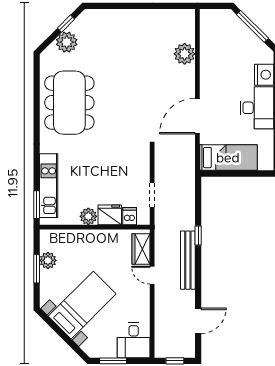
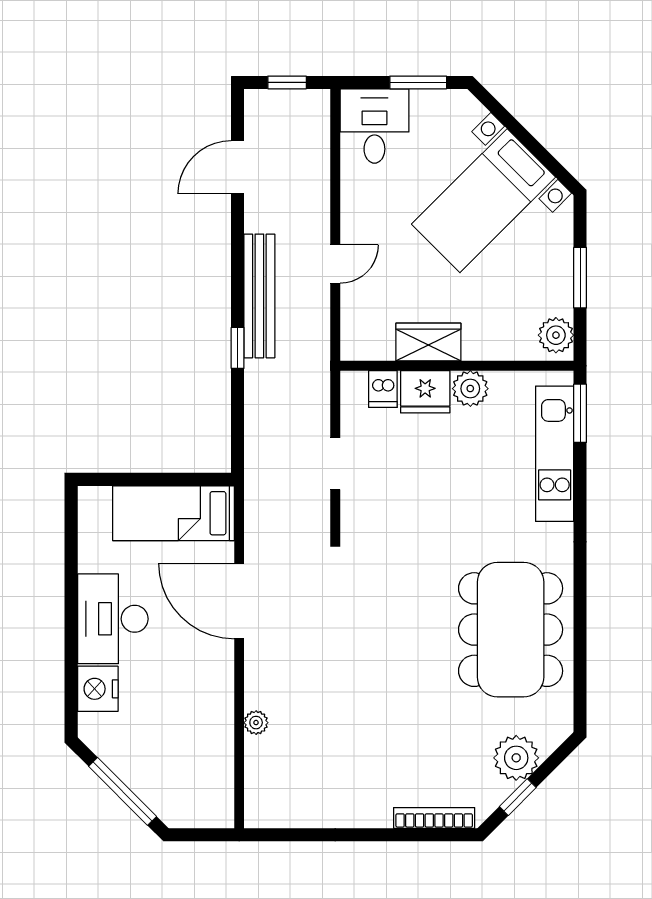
bookcase: (105, 14) -> (434, 818), added
plant: (185, 54) -> (256, 723), width x0.53, depth x0.53
door: (197, 116) -> (239, 601), swing flipped
doorway: (152, 195) -> (335, 464), moved
wardrobe: (141, 249) -> (428, 342), moved, turned -90
plant: (48, 260) -> (556, 335), moved
door: (152, 275) -> (335, 264), hinge flipped

